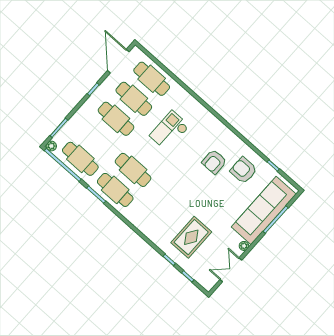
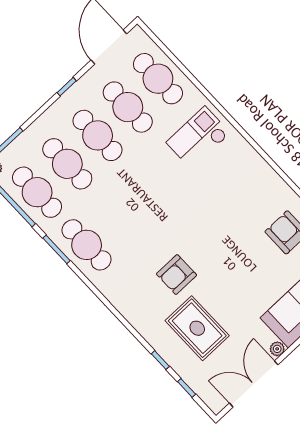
checkout: (170, 131) -> (198, 138), moved
armchair: (214, 162) -> (177, 275), moved
cafe table: (133, 170) -> (67, 164), moved
rug: (191, 237) -> (197, 328), turned 90
double door: (231, 270) -> (254, 384), width x1.37

